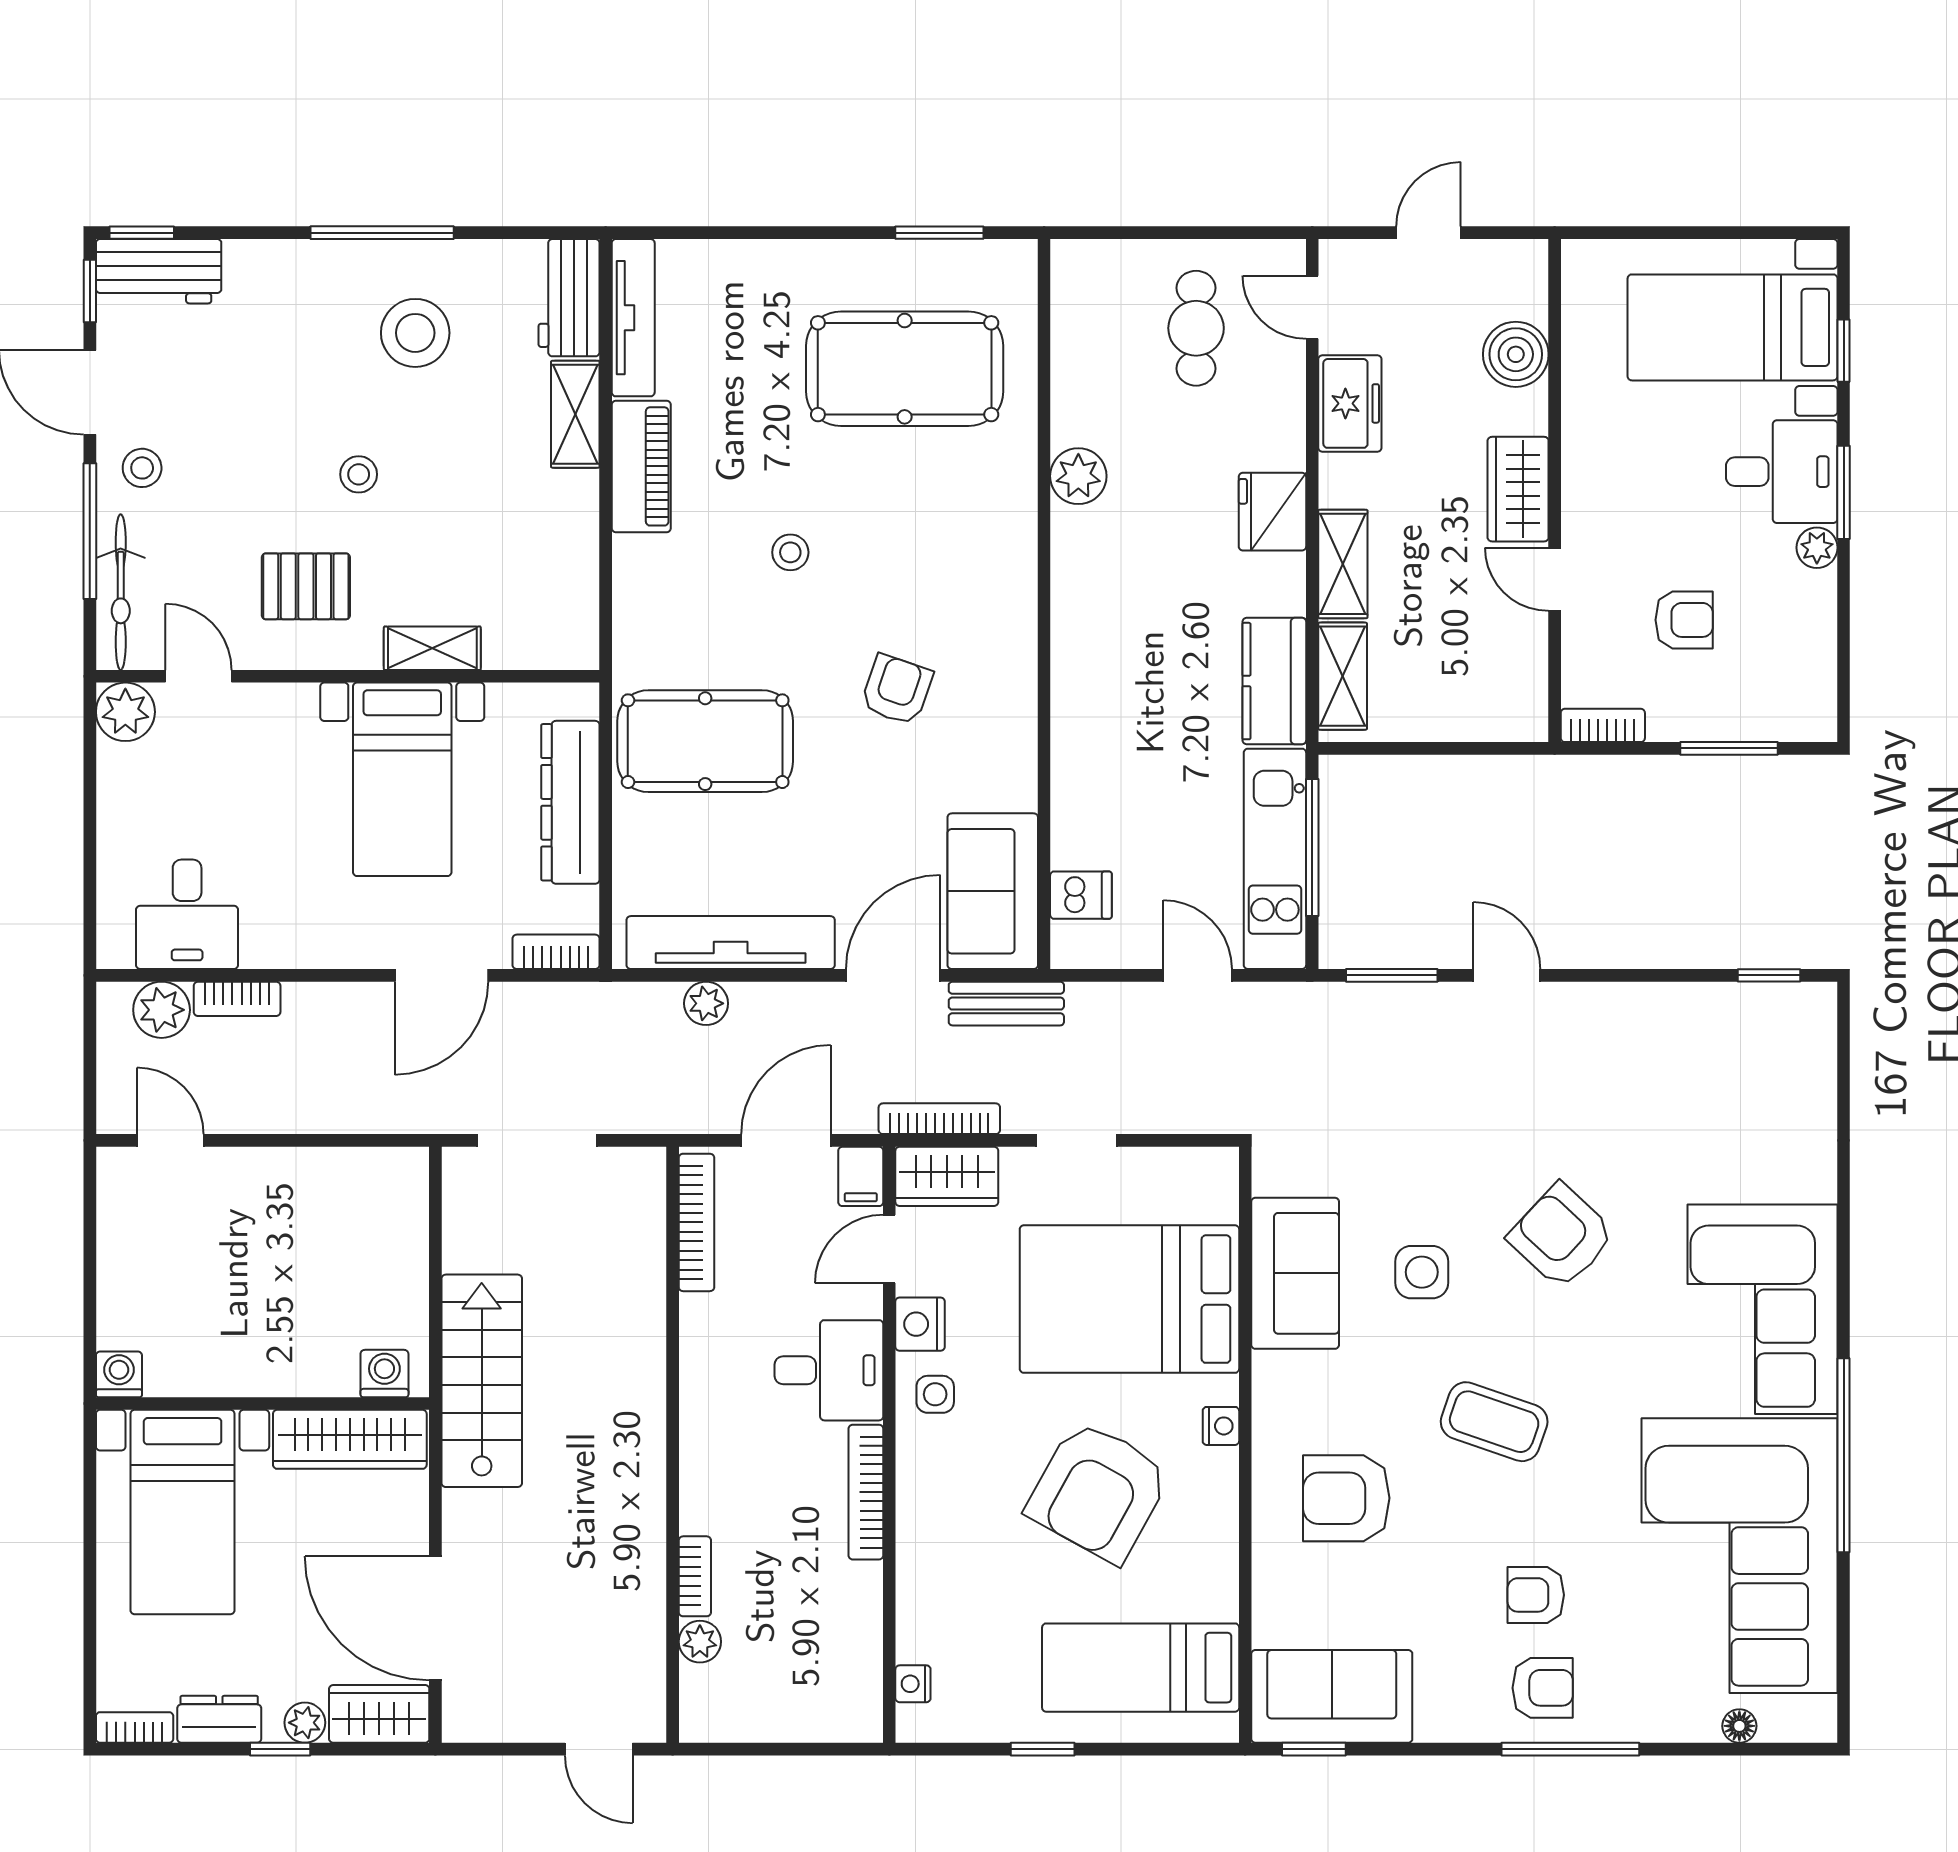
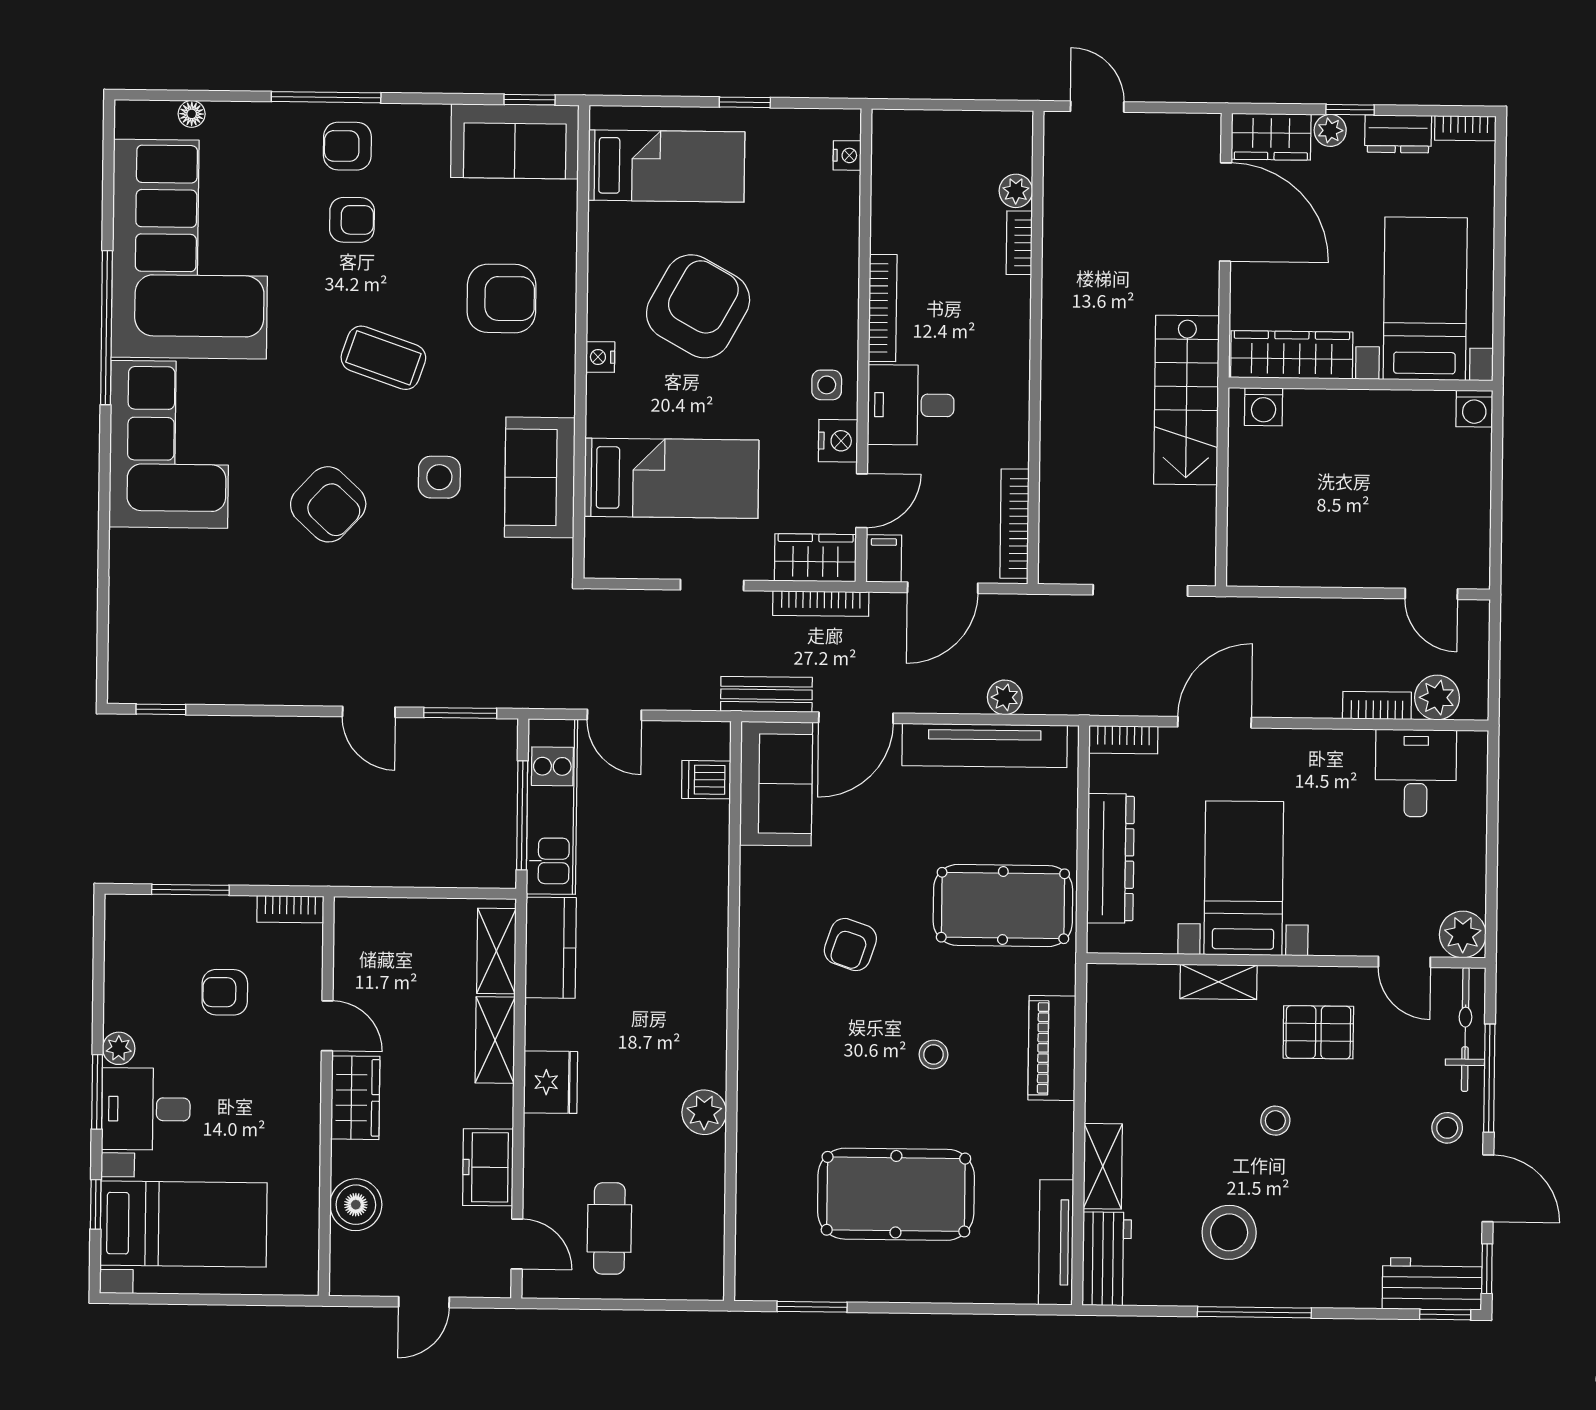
pool table: (905, 369) -> (896, 1194), moved
piano: (641, 466) -> (1052, 1048), moved
bed: (1129, 1299) -> (671, 478), width x0.67

